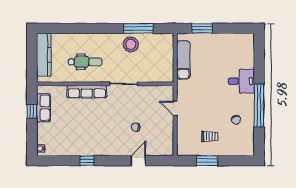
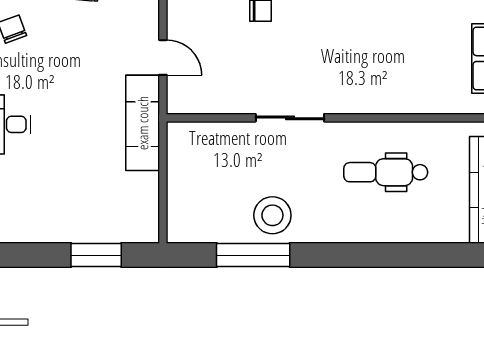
exam couch: (183, 60) -> (143, 123), moved
row of seats: (87, 92) -> (381, 99), removed

